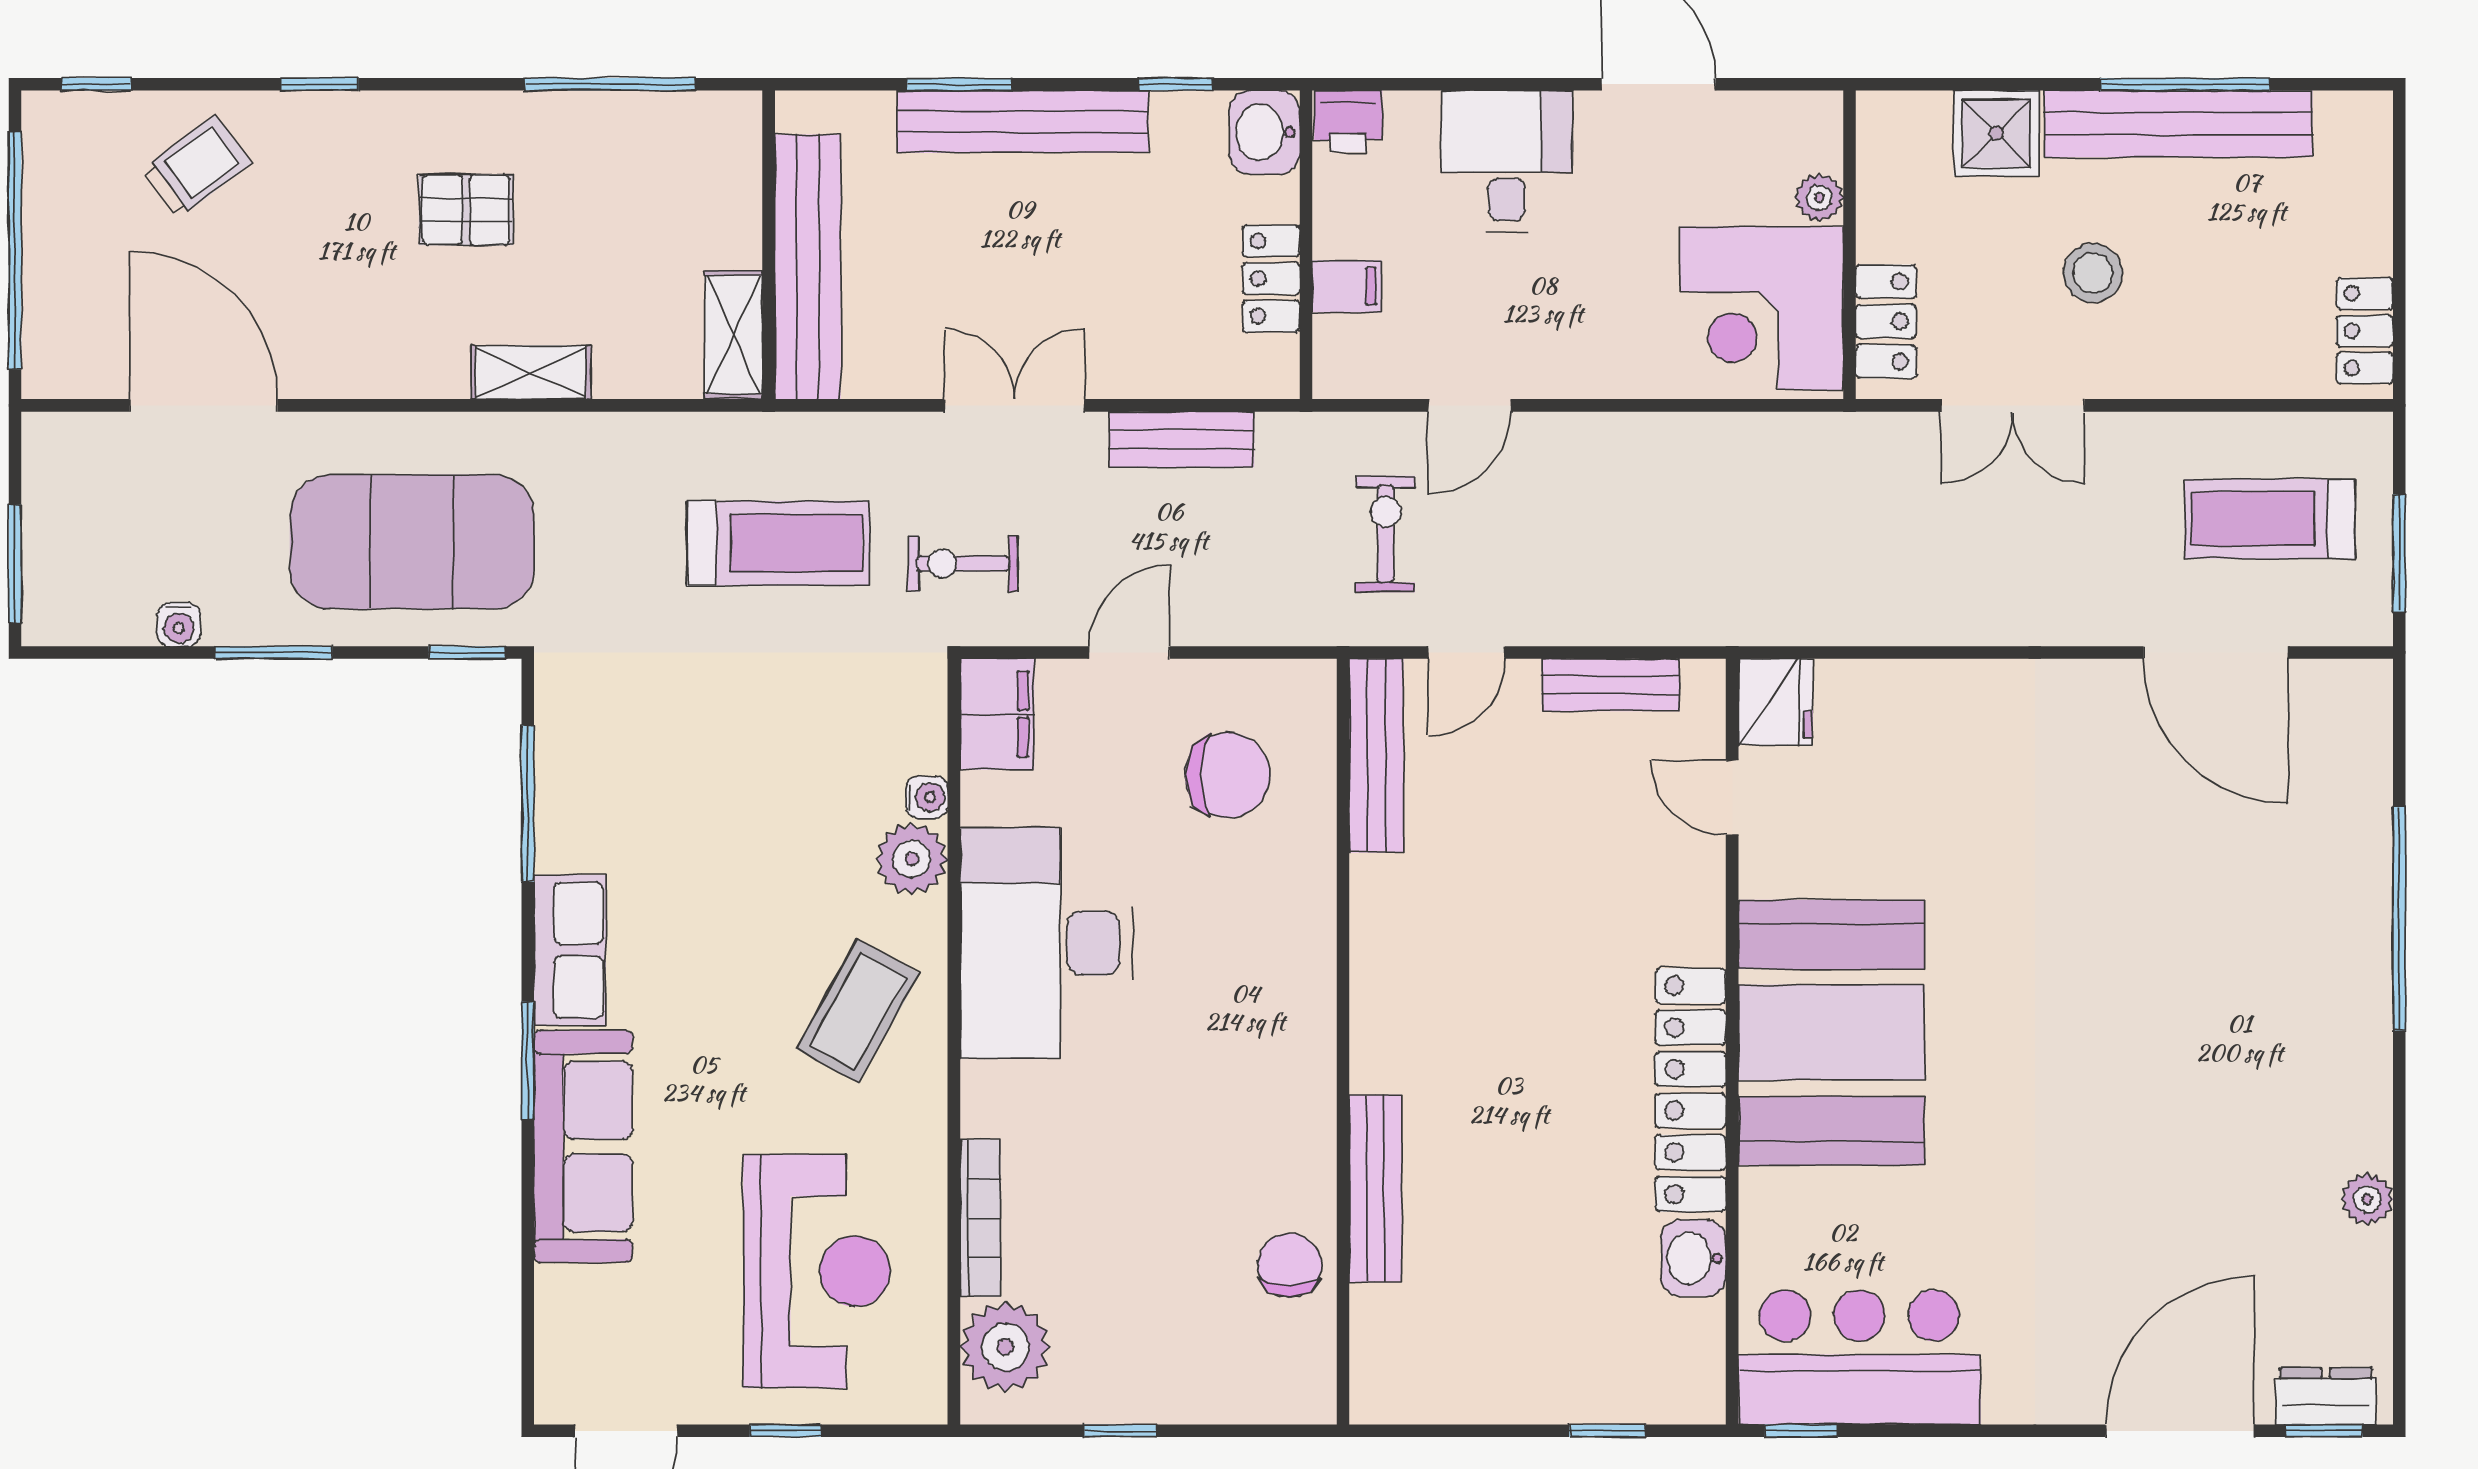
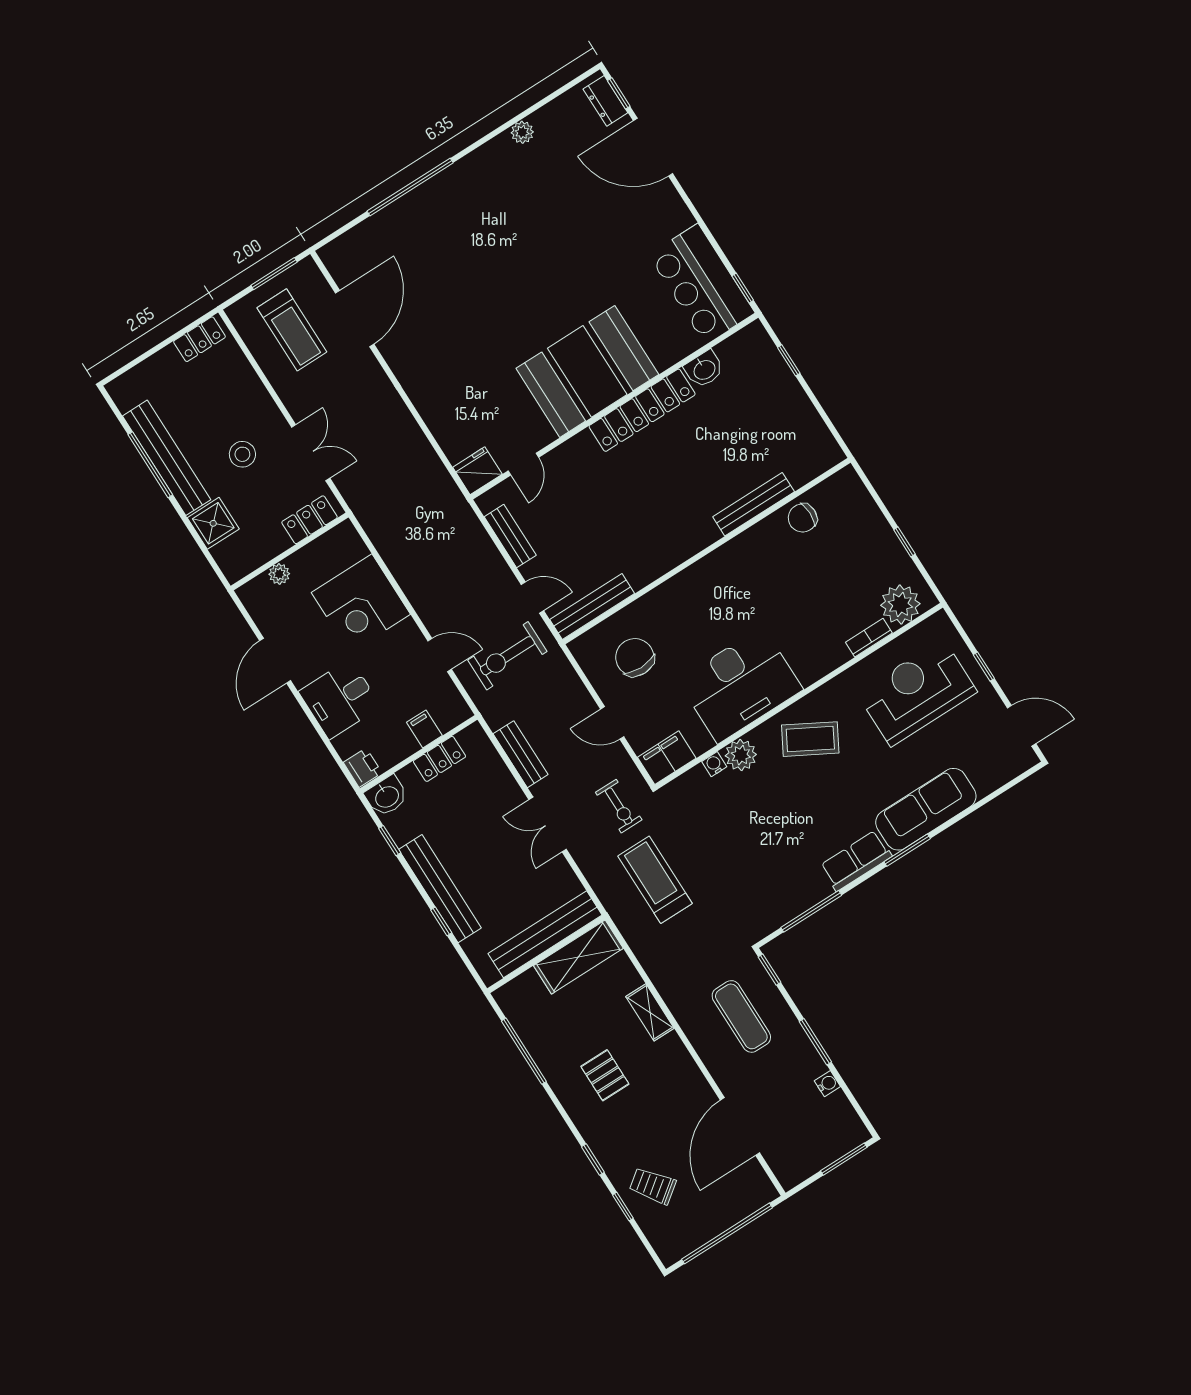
window: (96, 84) -> (623, 1207), moved
window: (959, 84) -> (441, 921), width x0.67
corner desk: (1762, 308) -> (361, 603), moved, turned 90
shelving: (734, 335) -> (578, 957), width x1.50, depth x1.33
exercise bike: (1386, 534) -> (507, 656), width x1.38, depth x1.39
exercise mat: (412, 542) -> (741, 1016), width x0.50, depth x0.69
bookcase: (980, 1218) -> (869, 638), width x0.64

